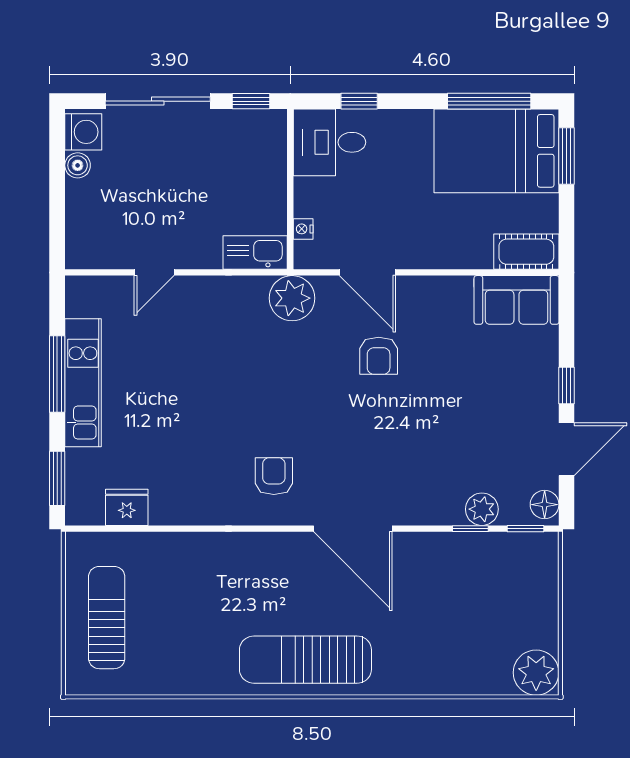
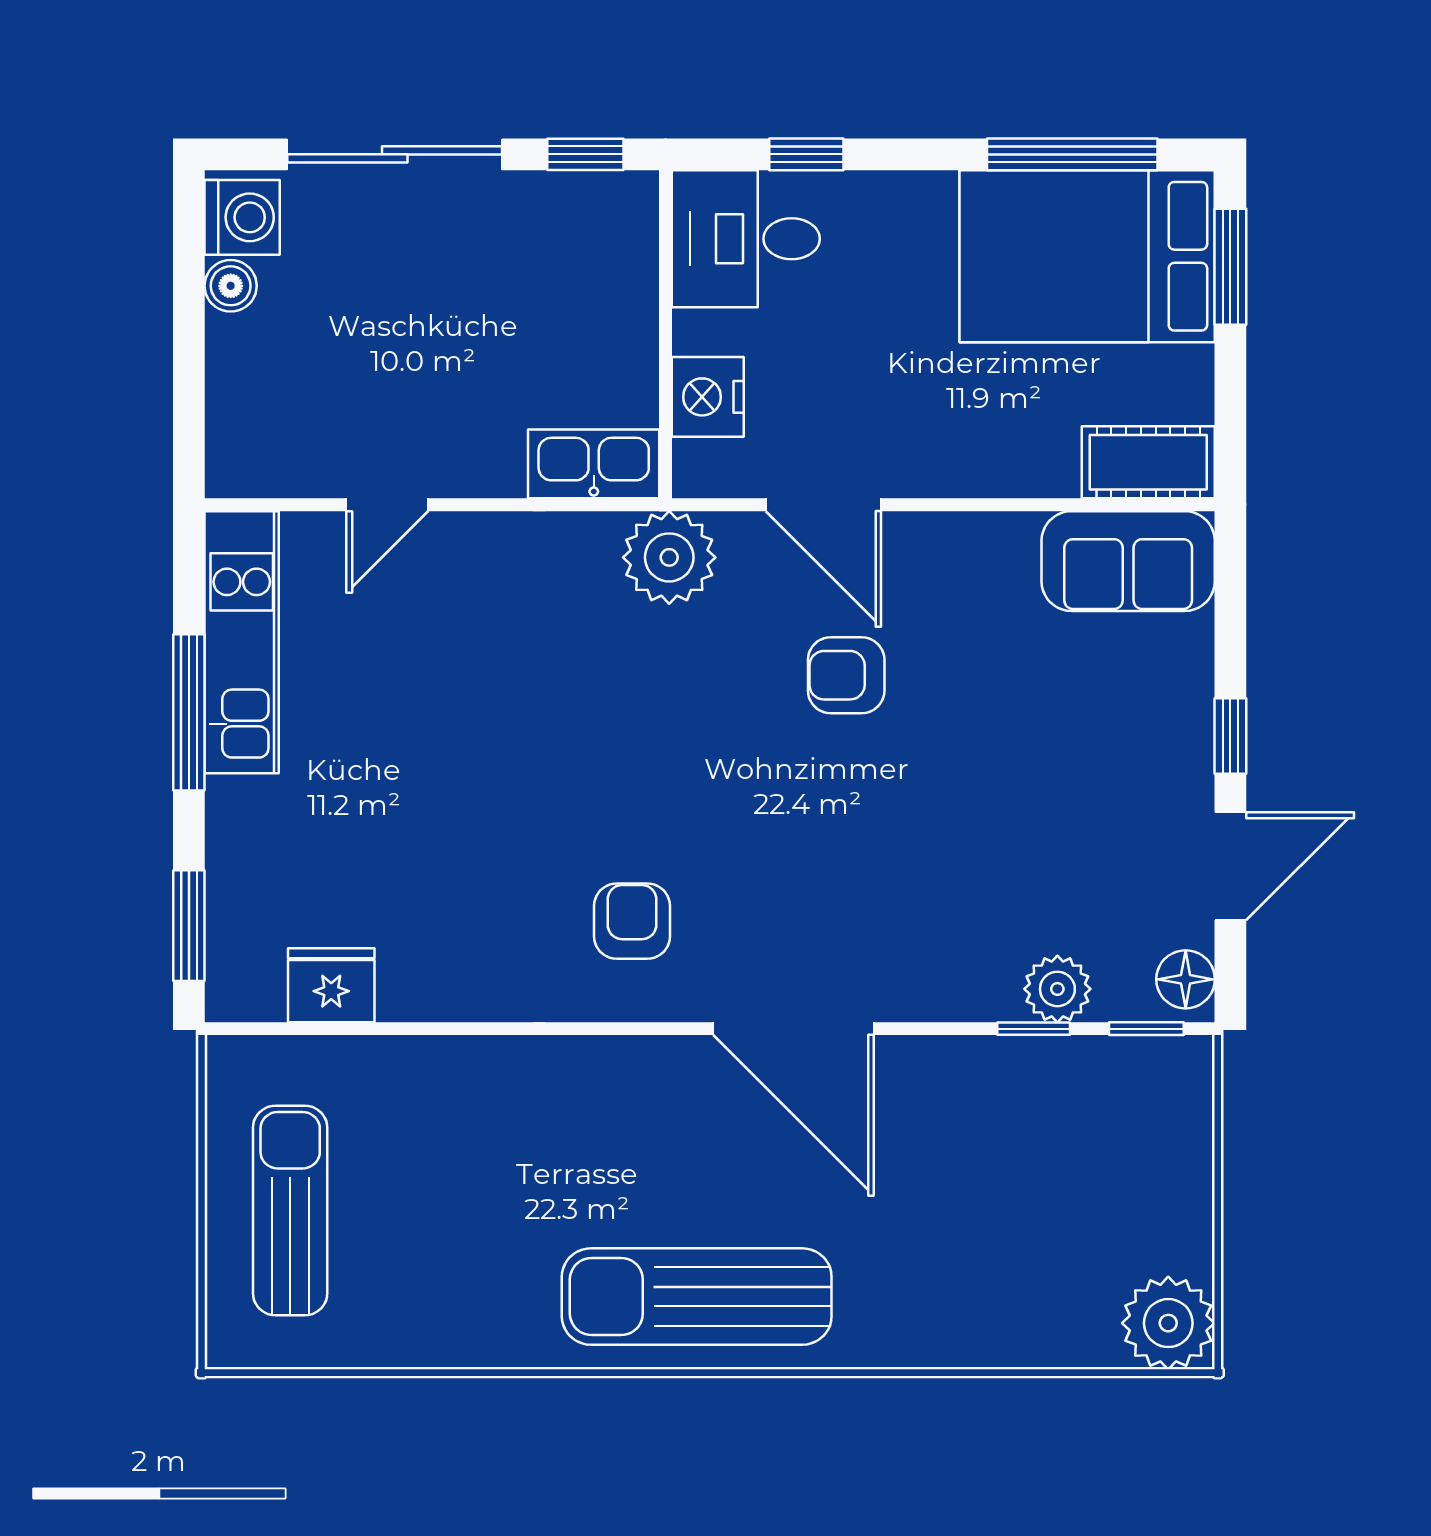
nightstand: (303, 229) -> (708, 397), width x1.89, depth x1.79
armchair: (379, 356) -> (846, 675), turned 90
kitchen unit: (83, 383) -> (242, 642), moved

